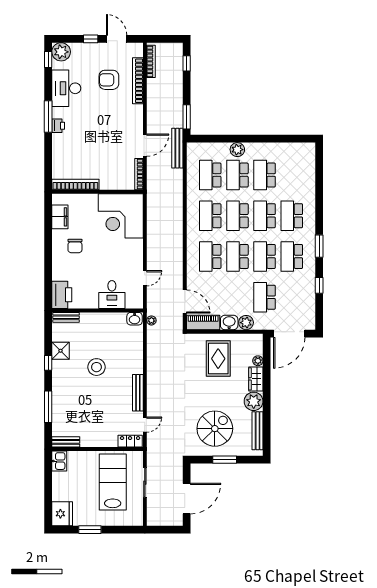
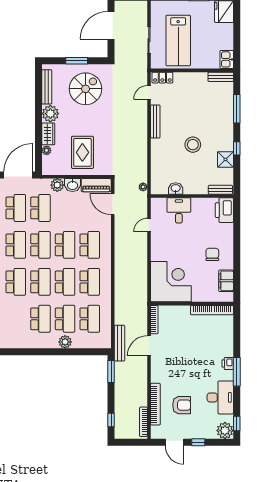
school desk: (292, 297) -> (16, 208), added
washbasin: (135, 319) -> (176, 188), moved
spiral stairs: (215, 429) -> (86, 89), turned 180

